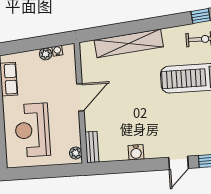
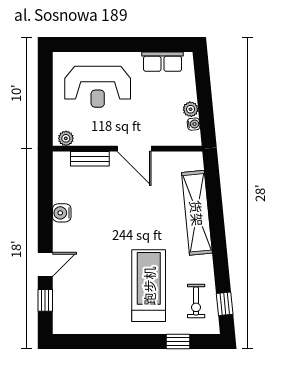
reception desk: (32, 130) -> (98, 87), turned 180
bench: (92, 147) -> (90, 159), moved
door: (178, 163) -> (45, 264), swing flipped

